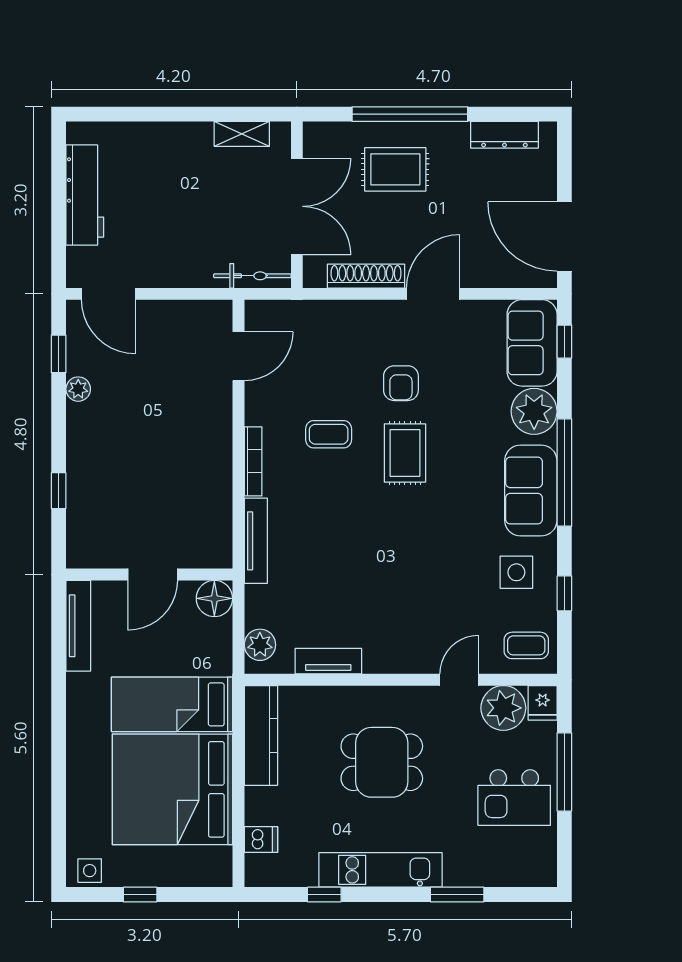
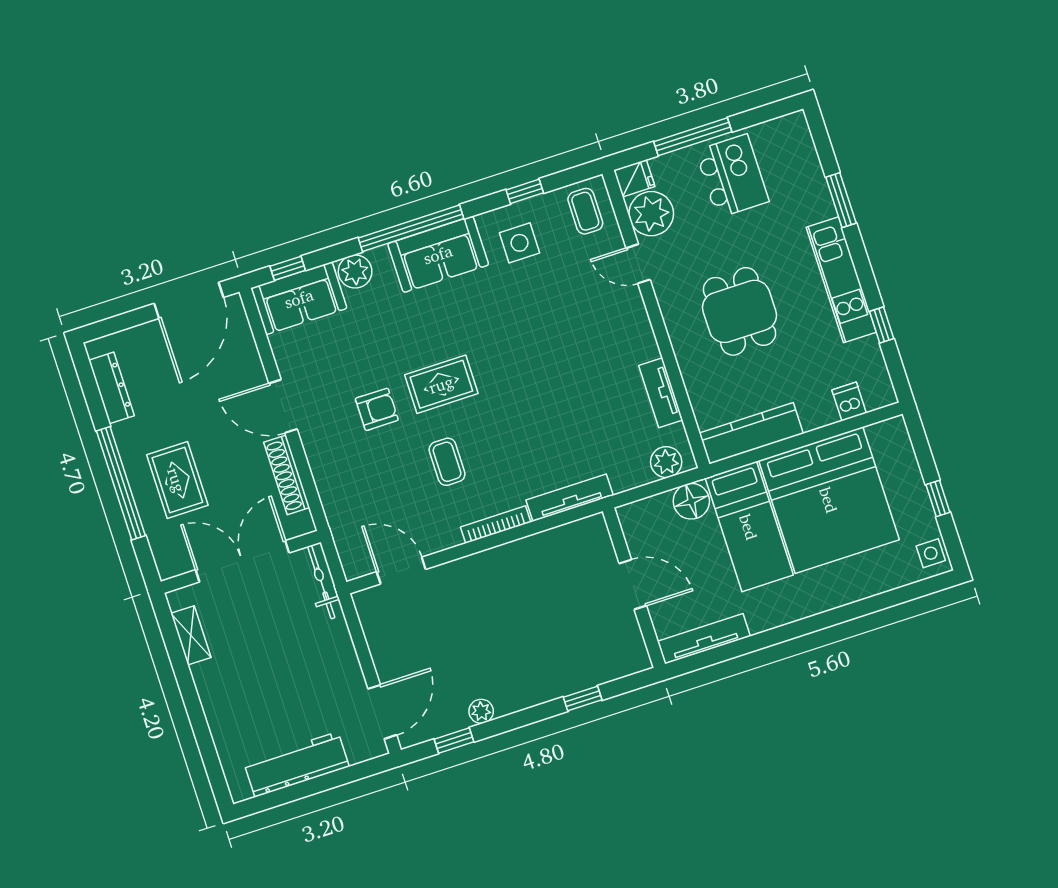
plant: (534, 411) -> (355, 272), width x0.73, depth x0.73
floor lamp: (214, 598) -> (691, 501), moved

